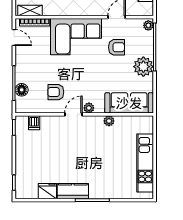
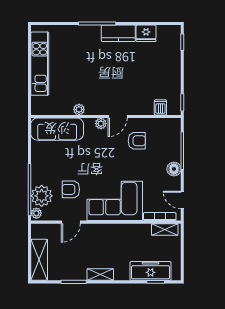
plant: (143, 67) -> (42, 196), moved
floor lamp: (22, 90) -> (174, 169), moved

